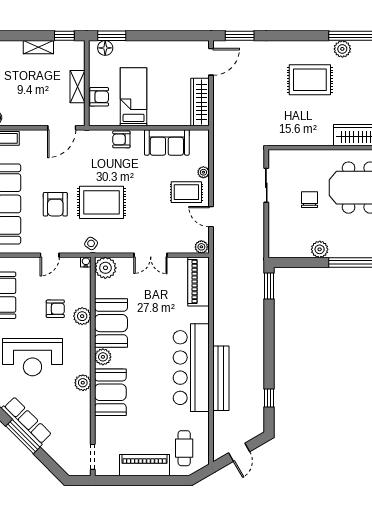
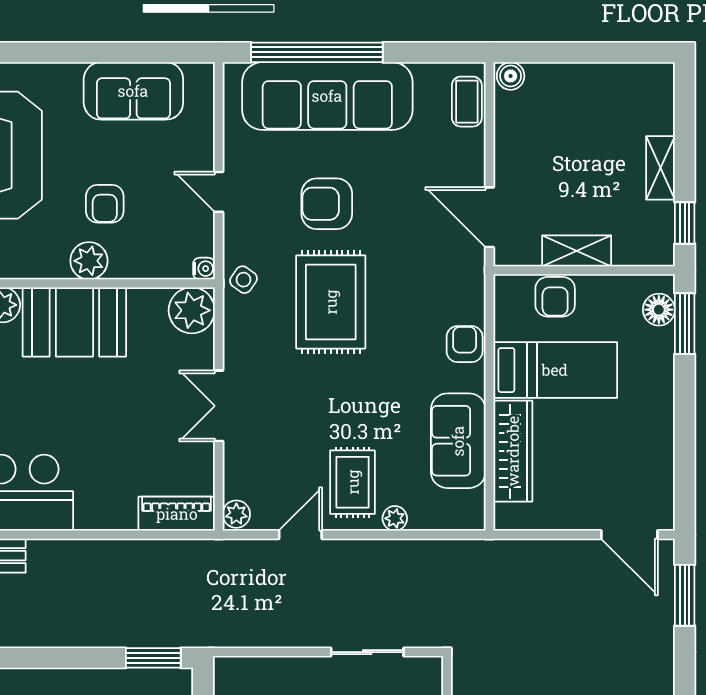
wardrobe: (200, 102) -> (513, 451), moved, turned 90
piano: (199, 281) -> (177, 514), width x0.73, depth x0.75

